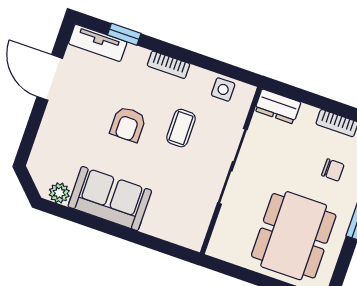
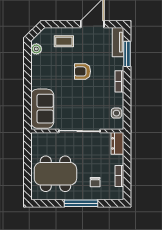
window: (124, 34) -> (127, 54), width x1.50
coffee table: (181, 128) -> (64, 41), moved
sofa: (110, 199) -> (42, 109), moved

